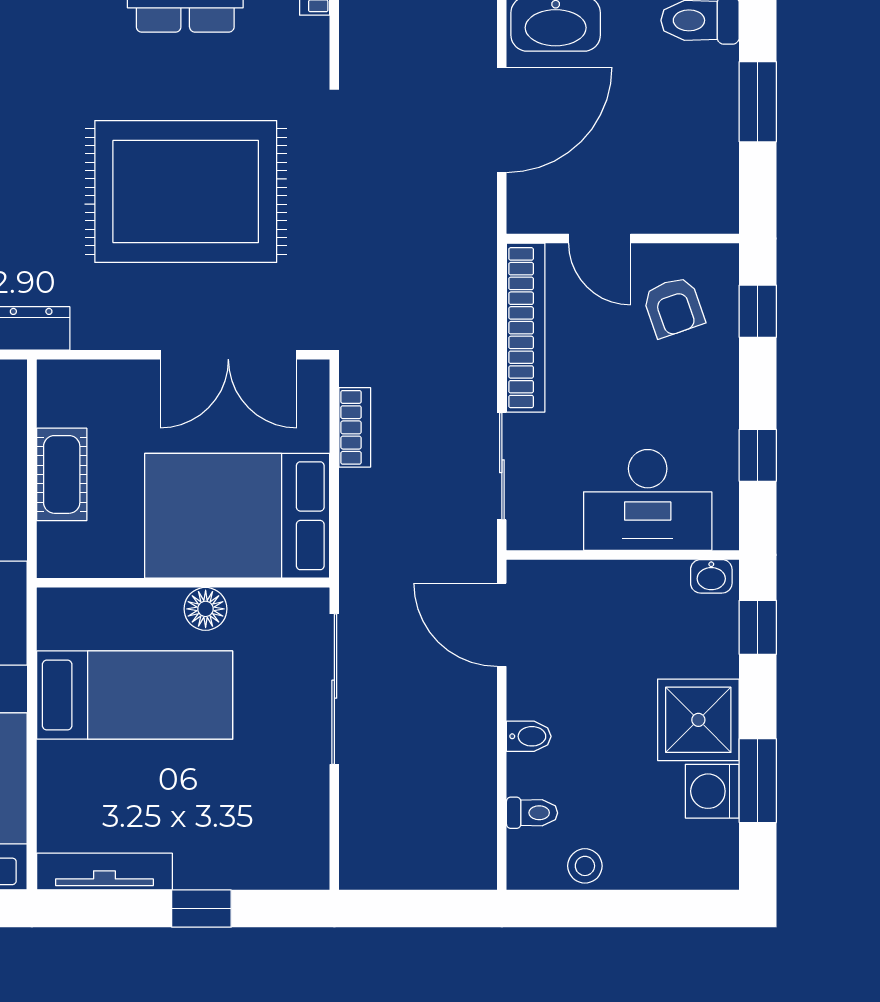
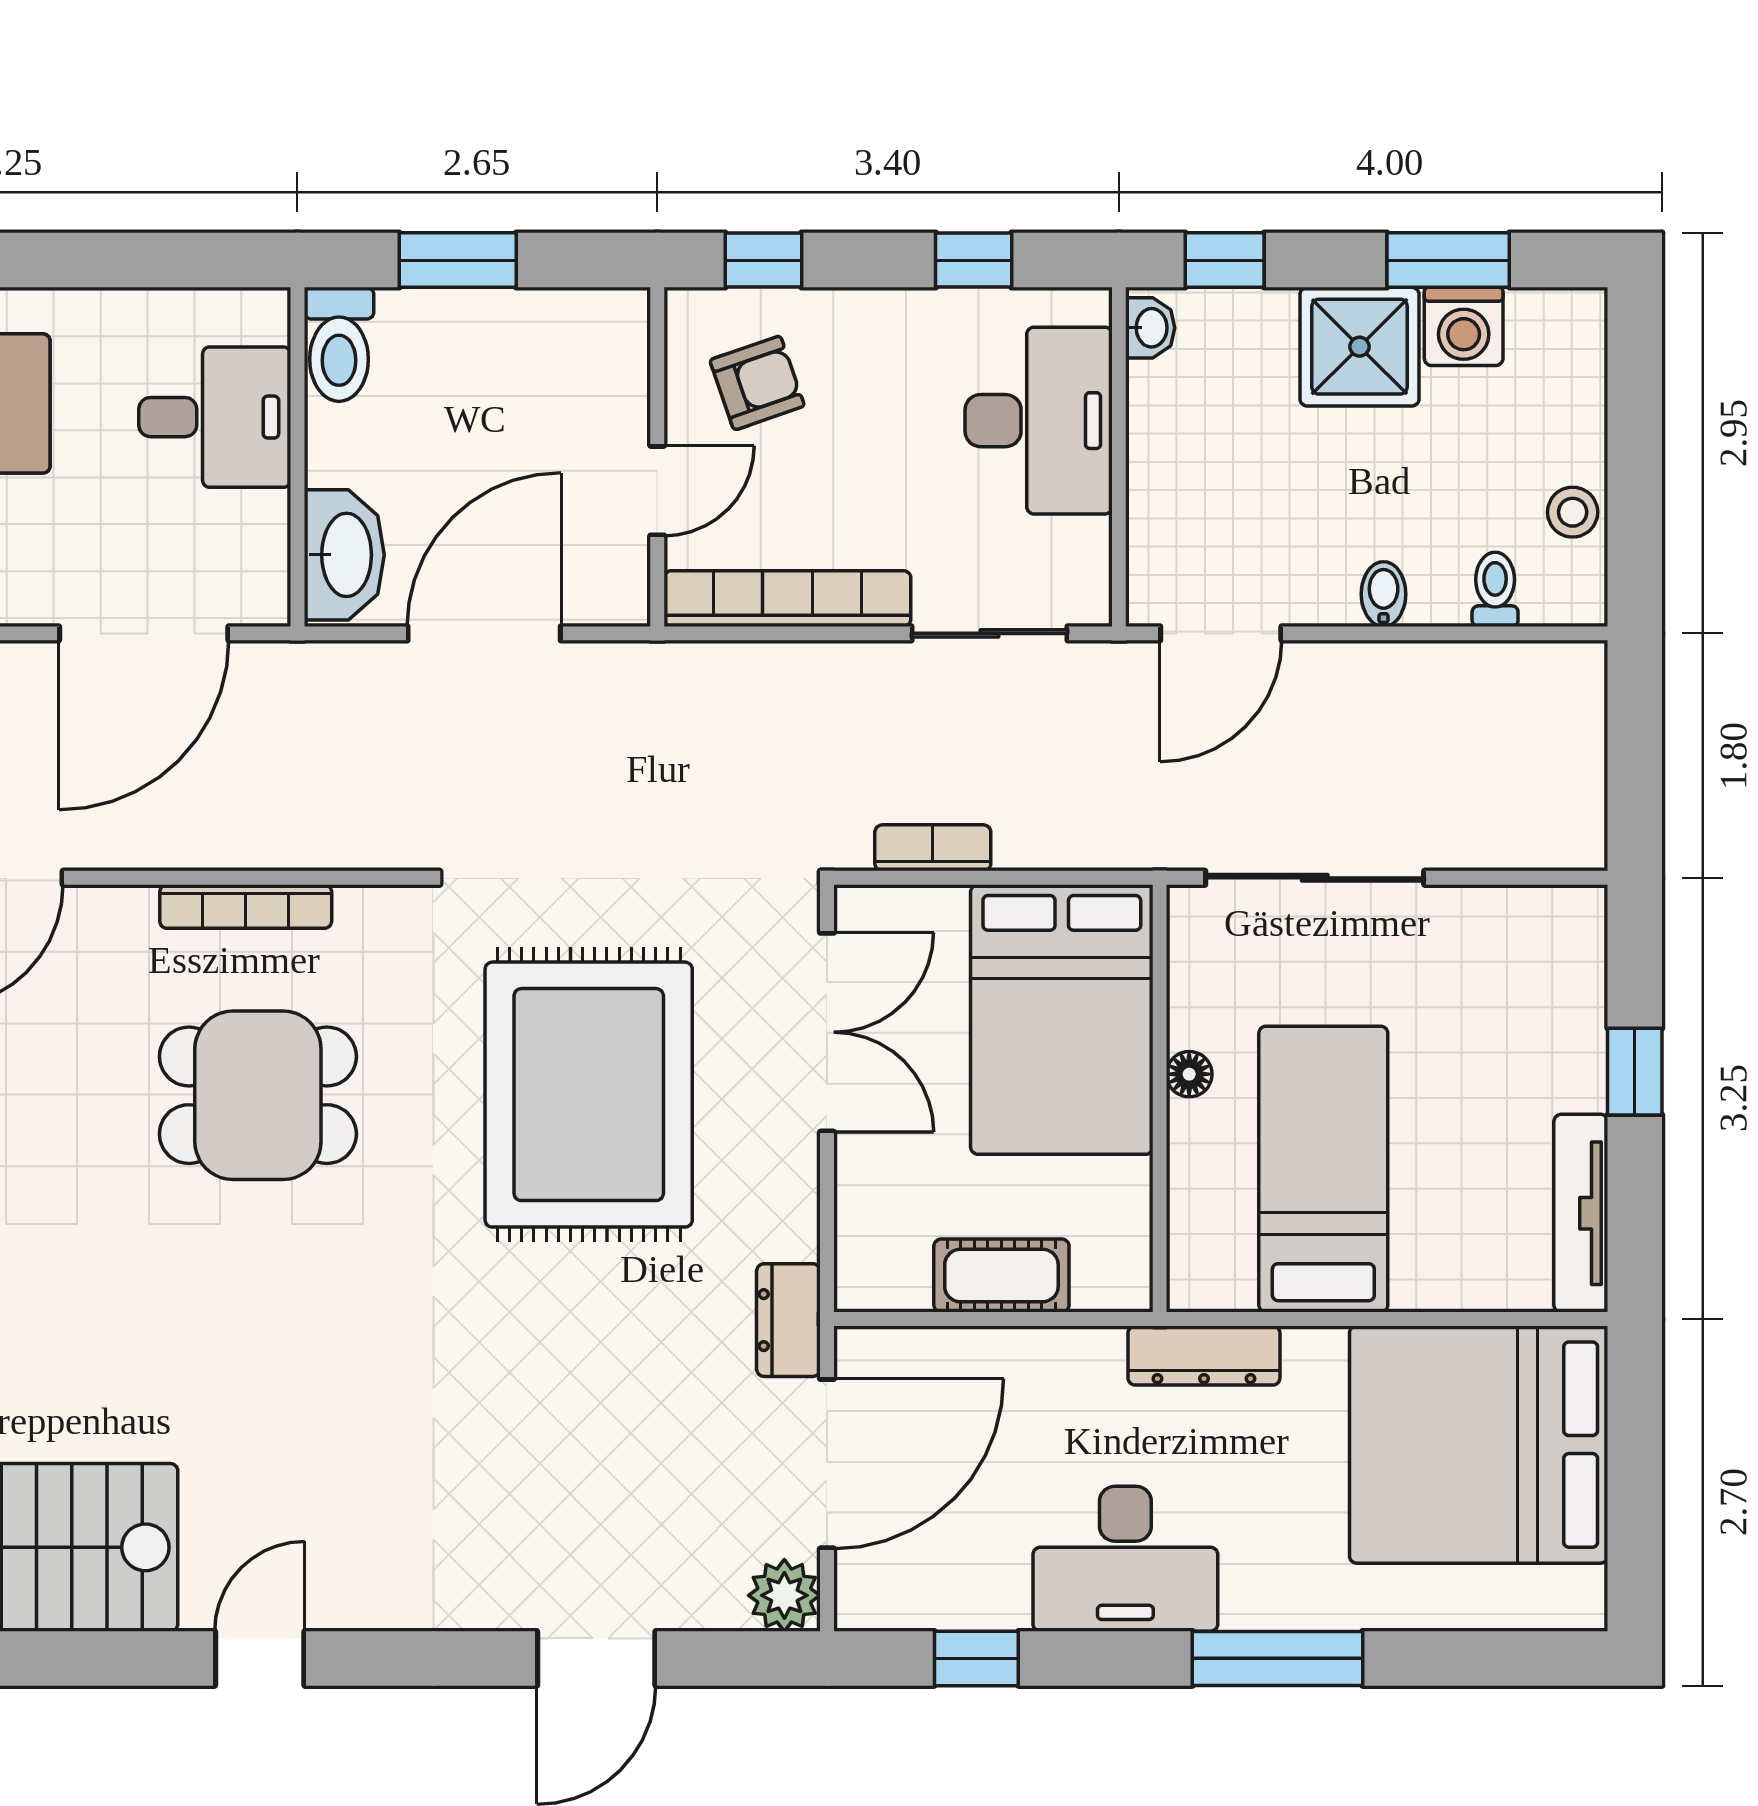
door: (502, 120) -> (484, 633), hinge flipped
floor lamp: (206, 609) -> (1189, 1074), width x0.73, depth x0.73

